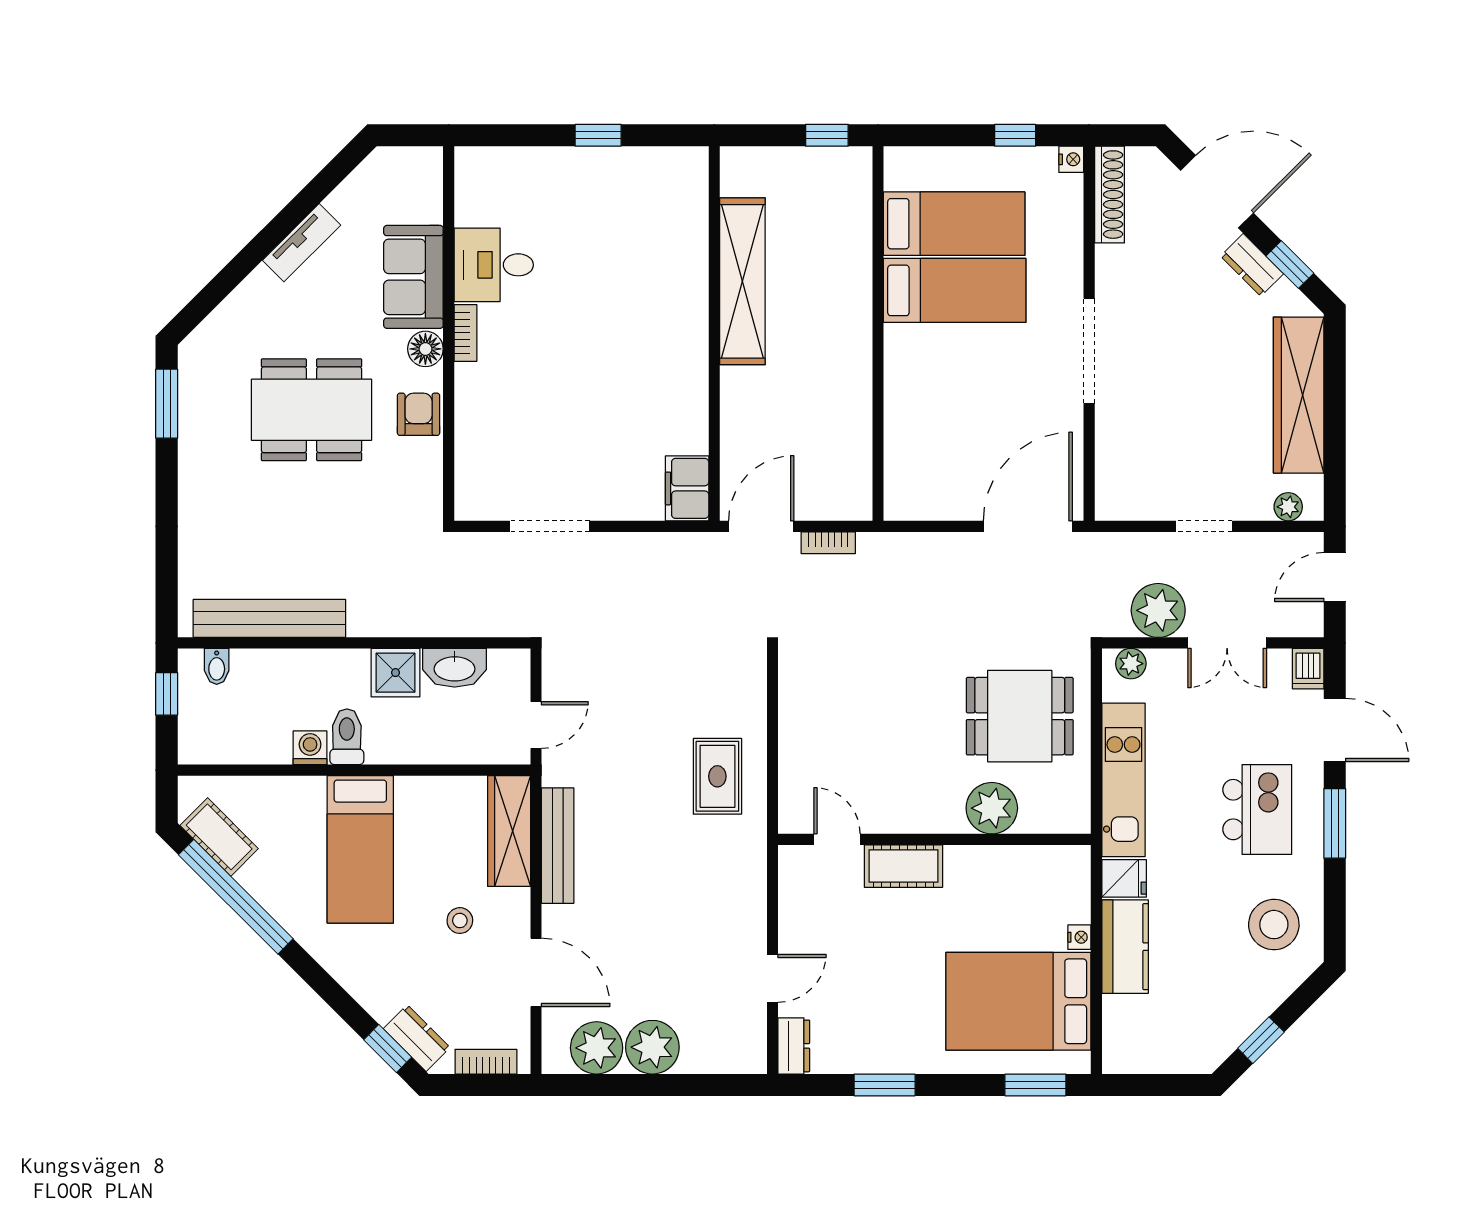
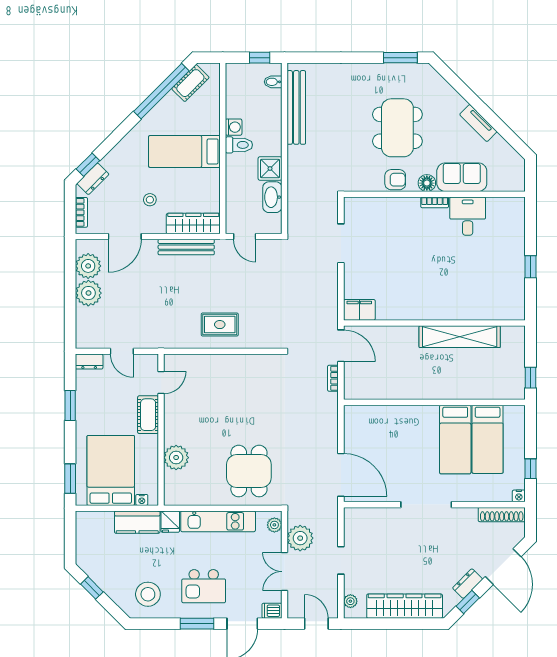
plant: (992, 808) -> (176, 458), moved
door: (837, 839) -> (161, 382), moved
wall: (934, 839) -> (161, 430), moved
cot: (903, 866) -> (148, 415), moved

